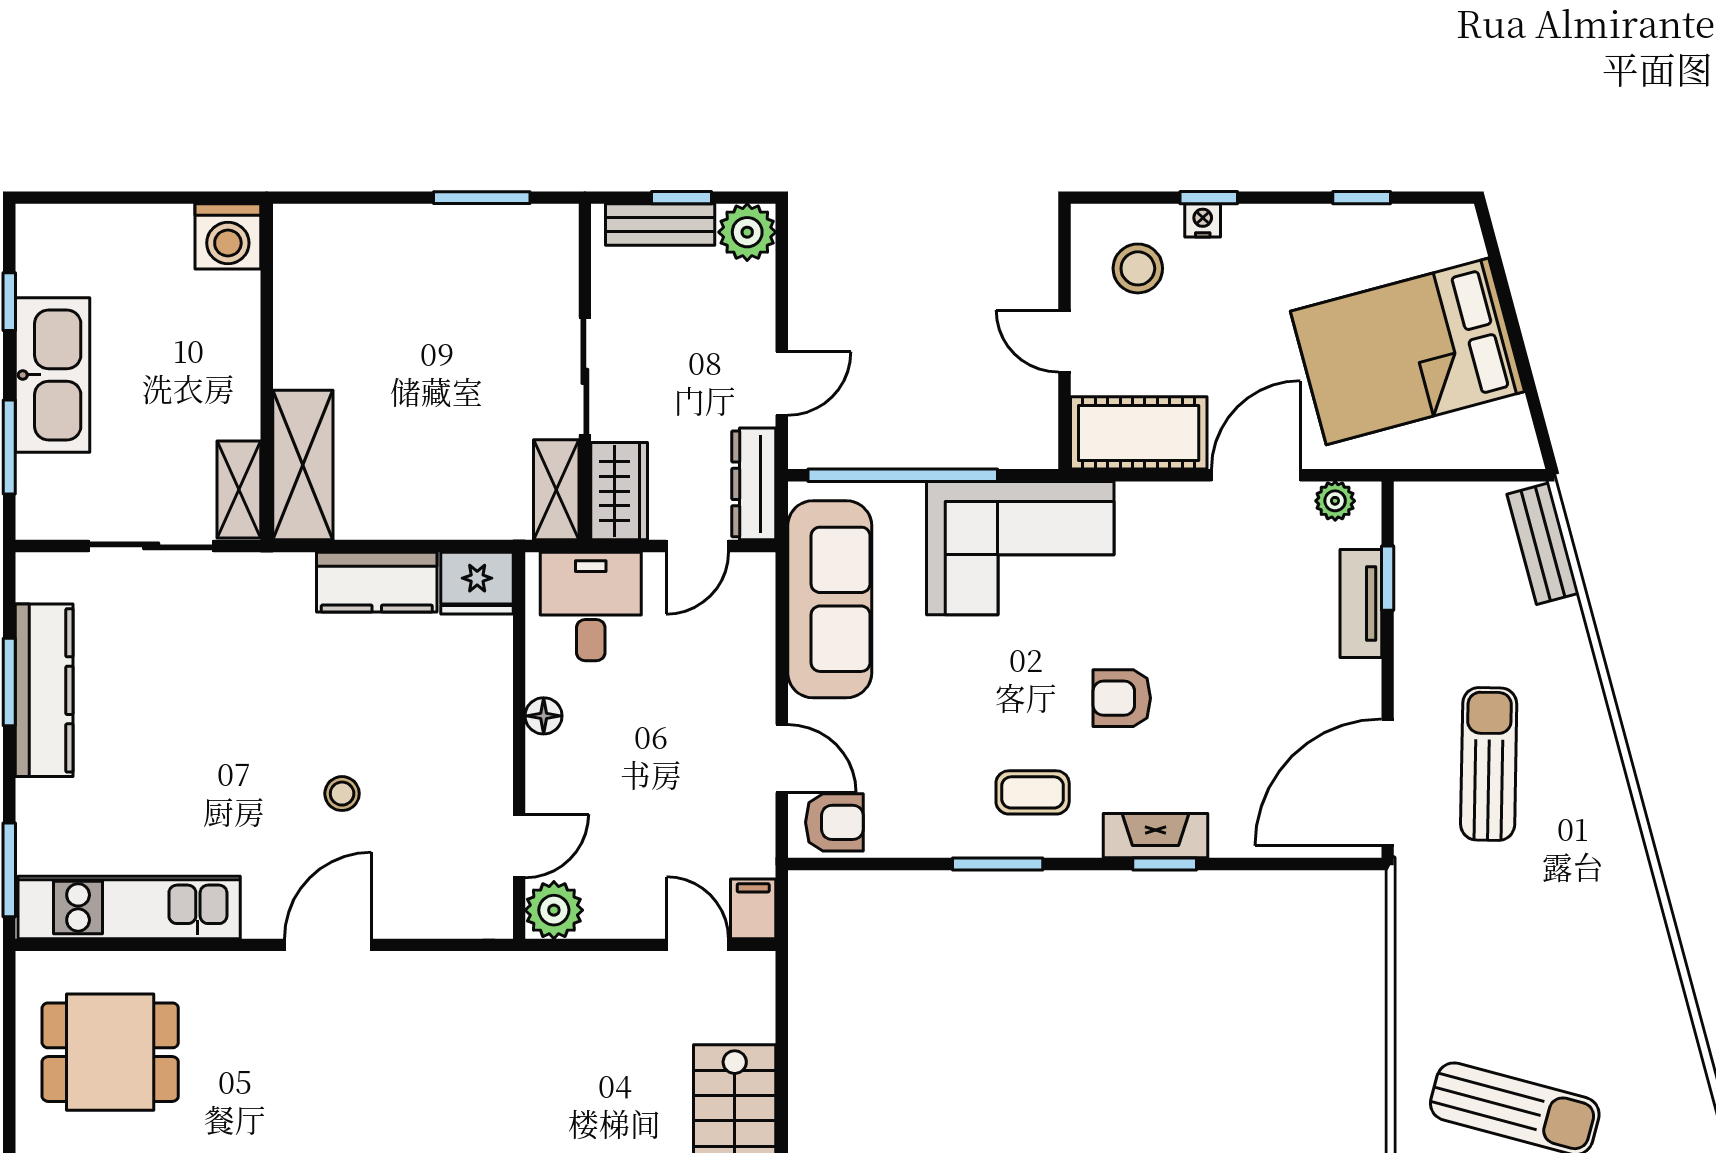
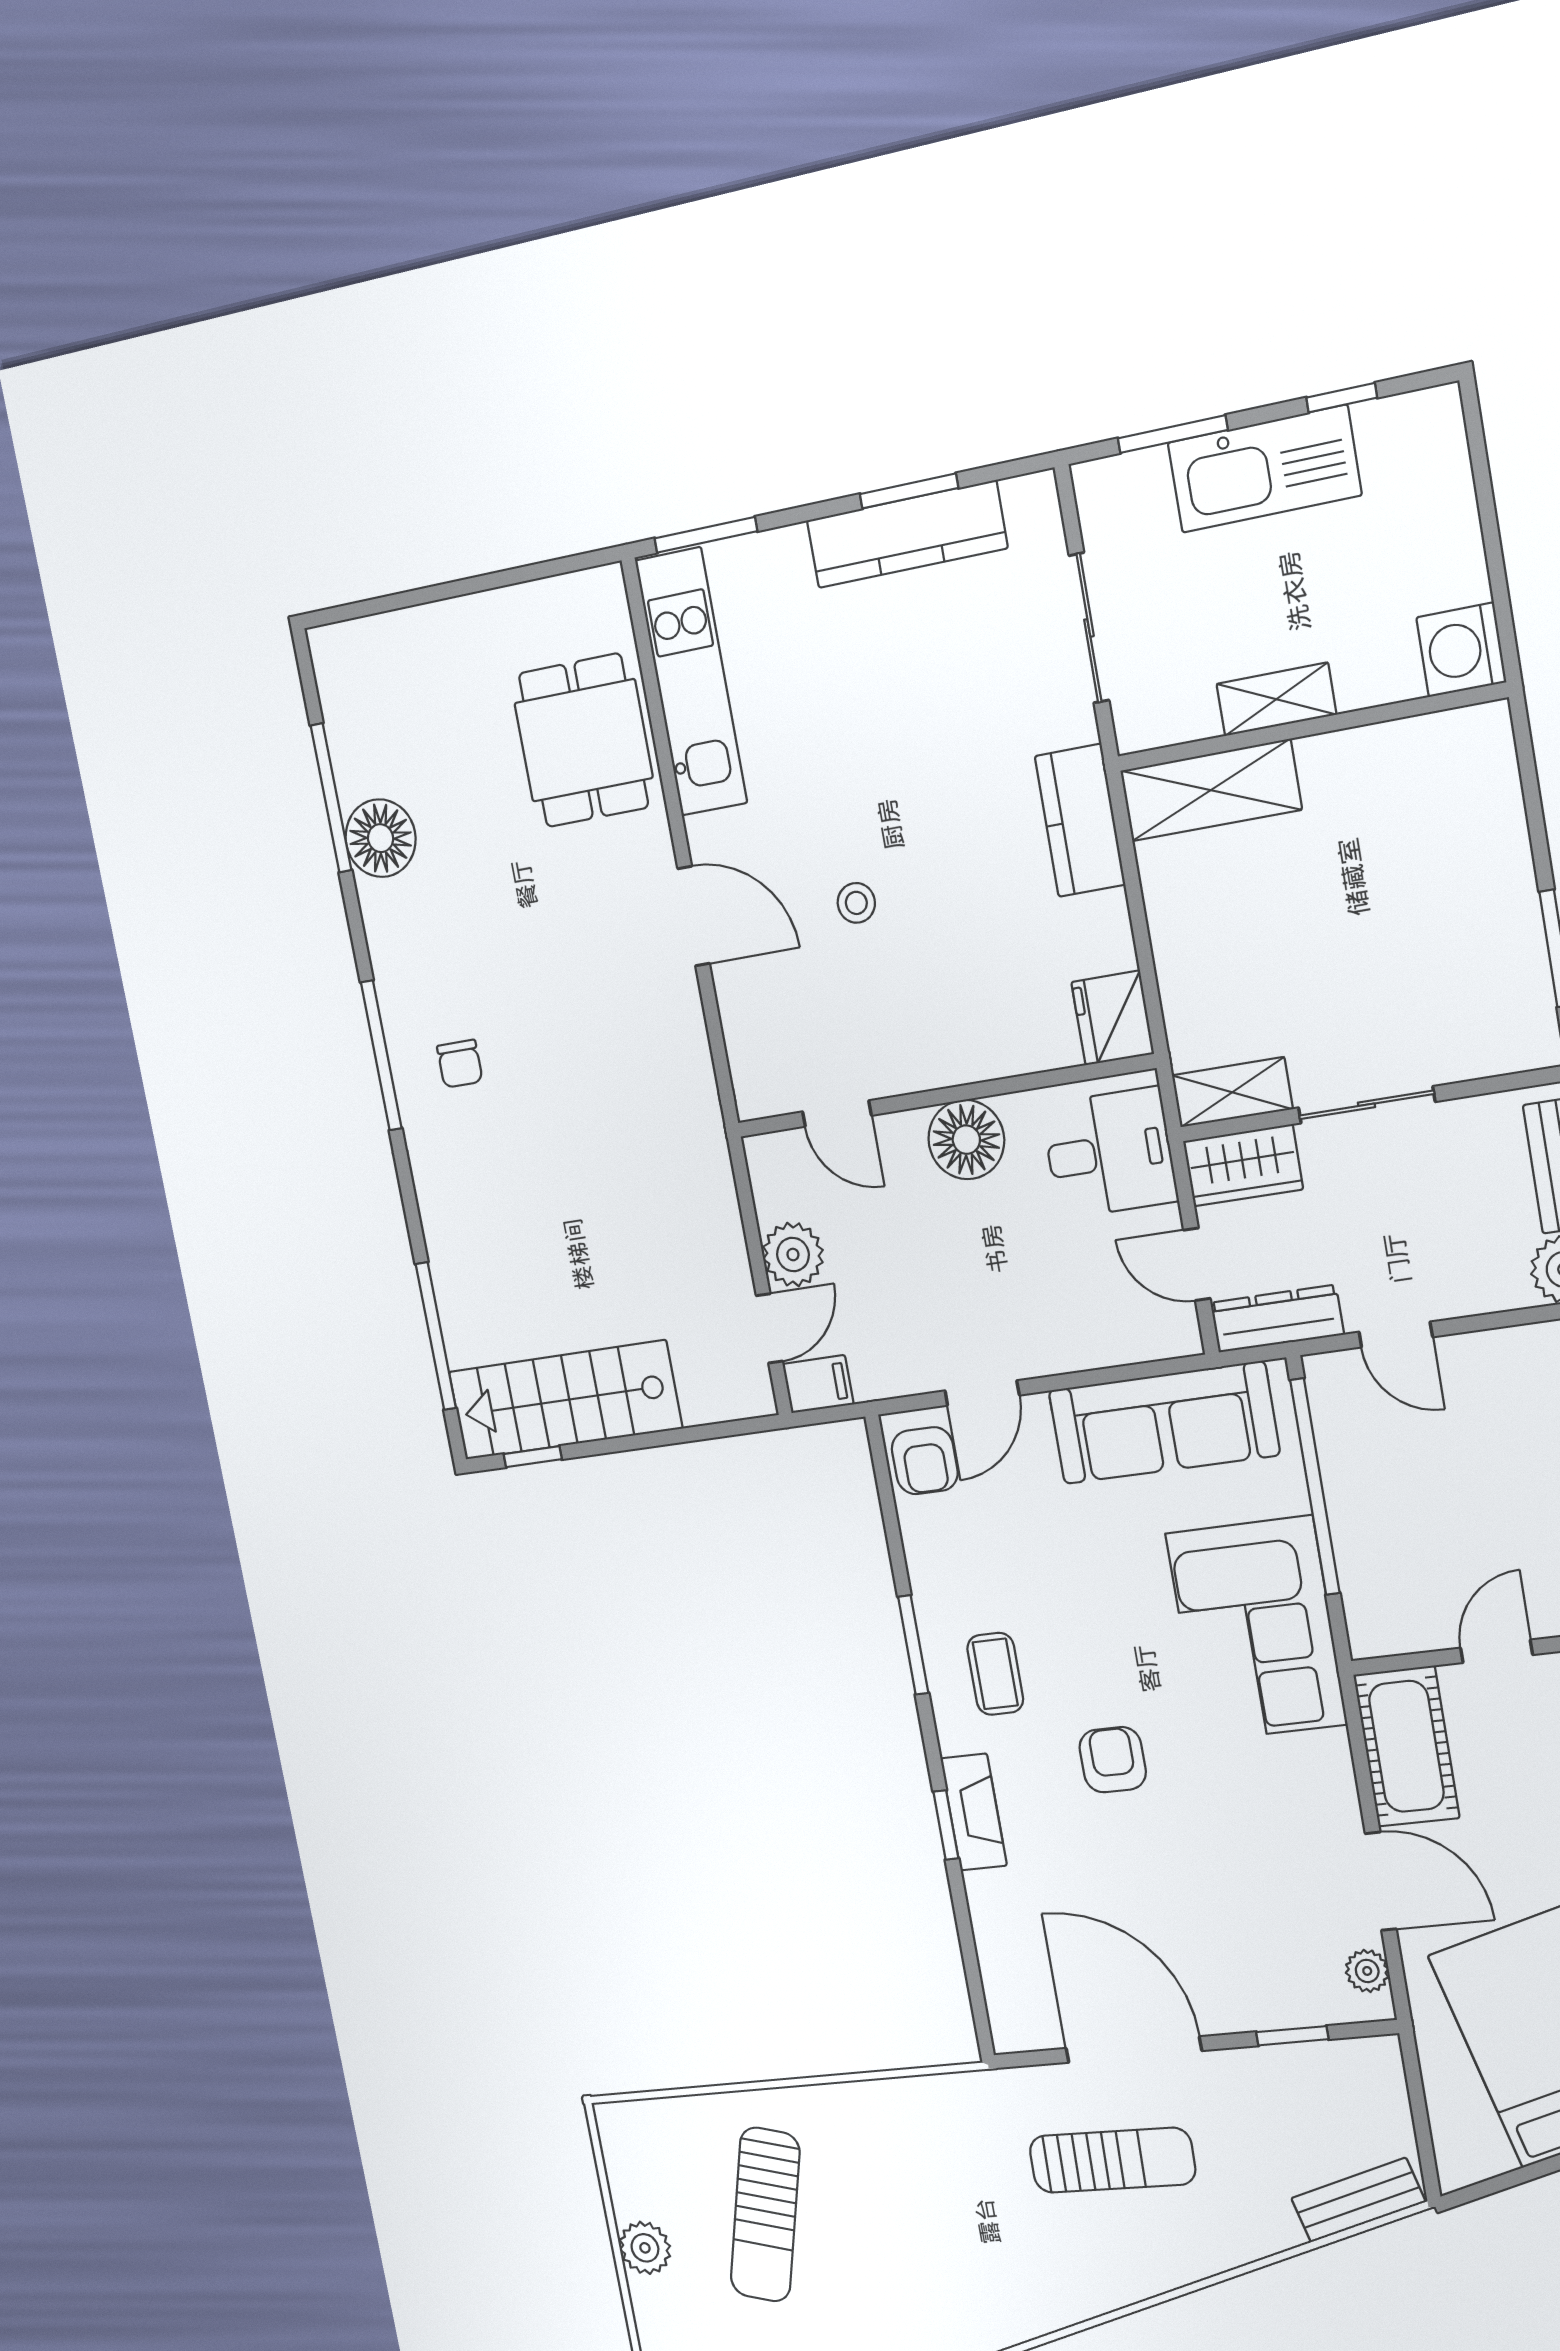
shelving: (239, 490) -> (1276, 699), moved
kitchen counter: (377, 582) -> (1080, 820), moved
tv unit: (1361, 603) -> (1260, 2009), removed
floor lamp: (544, 716) -> (966, 1140), width x1.89, depth x1.89
door: (1388, 782) -> (1134, 2050), moved
plant: (554, 910) -> (793, 1255), moved
dining table: (110, 1052) -> (584, 740), moved

